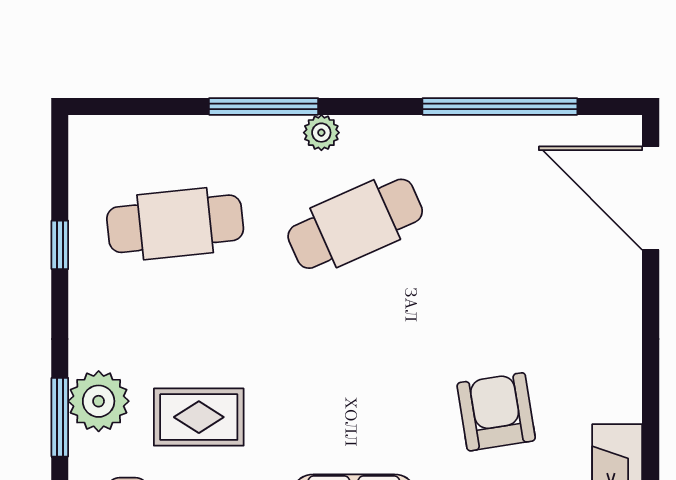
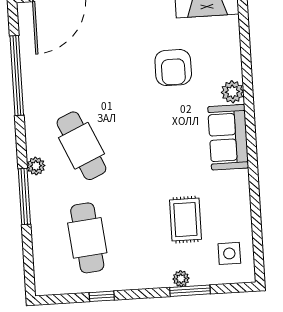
plant: (99, 401) -> (181, 279), width x0.53, depth x0.53
armchair: (496, 412) -> (173, 68), turned -81

